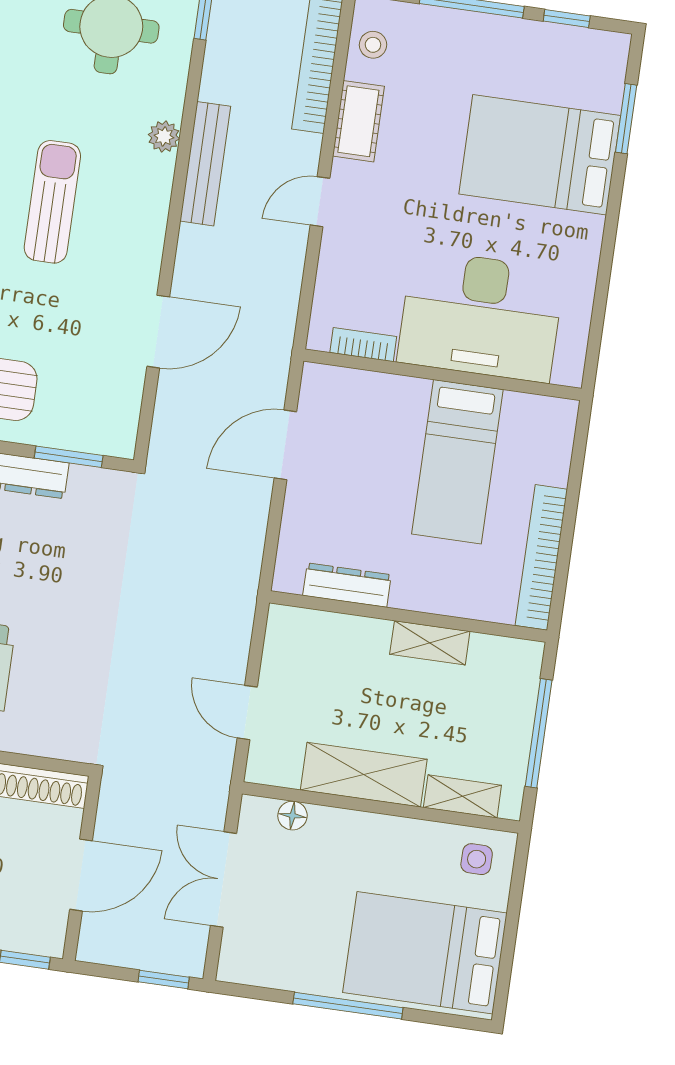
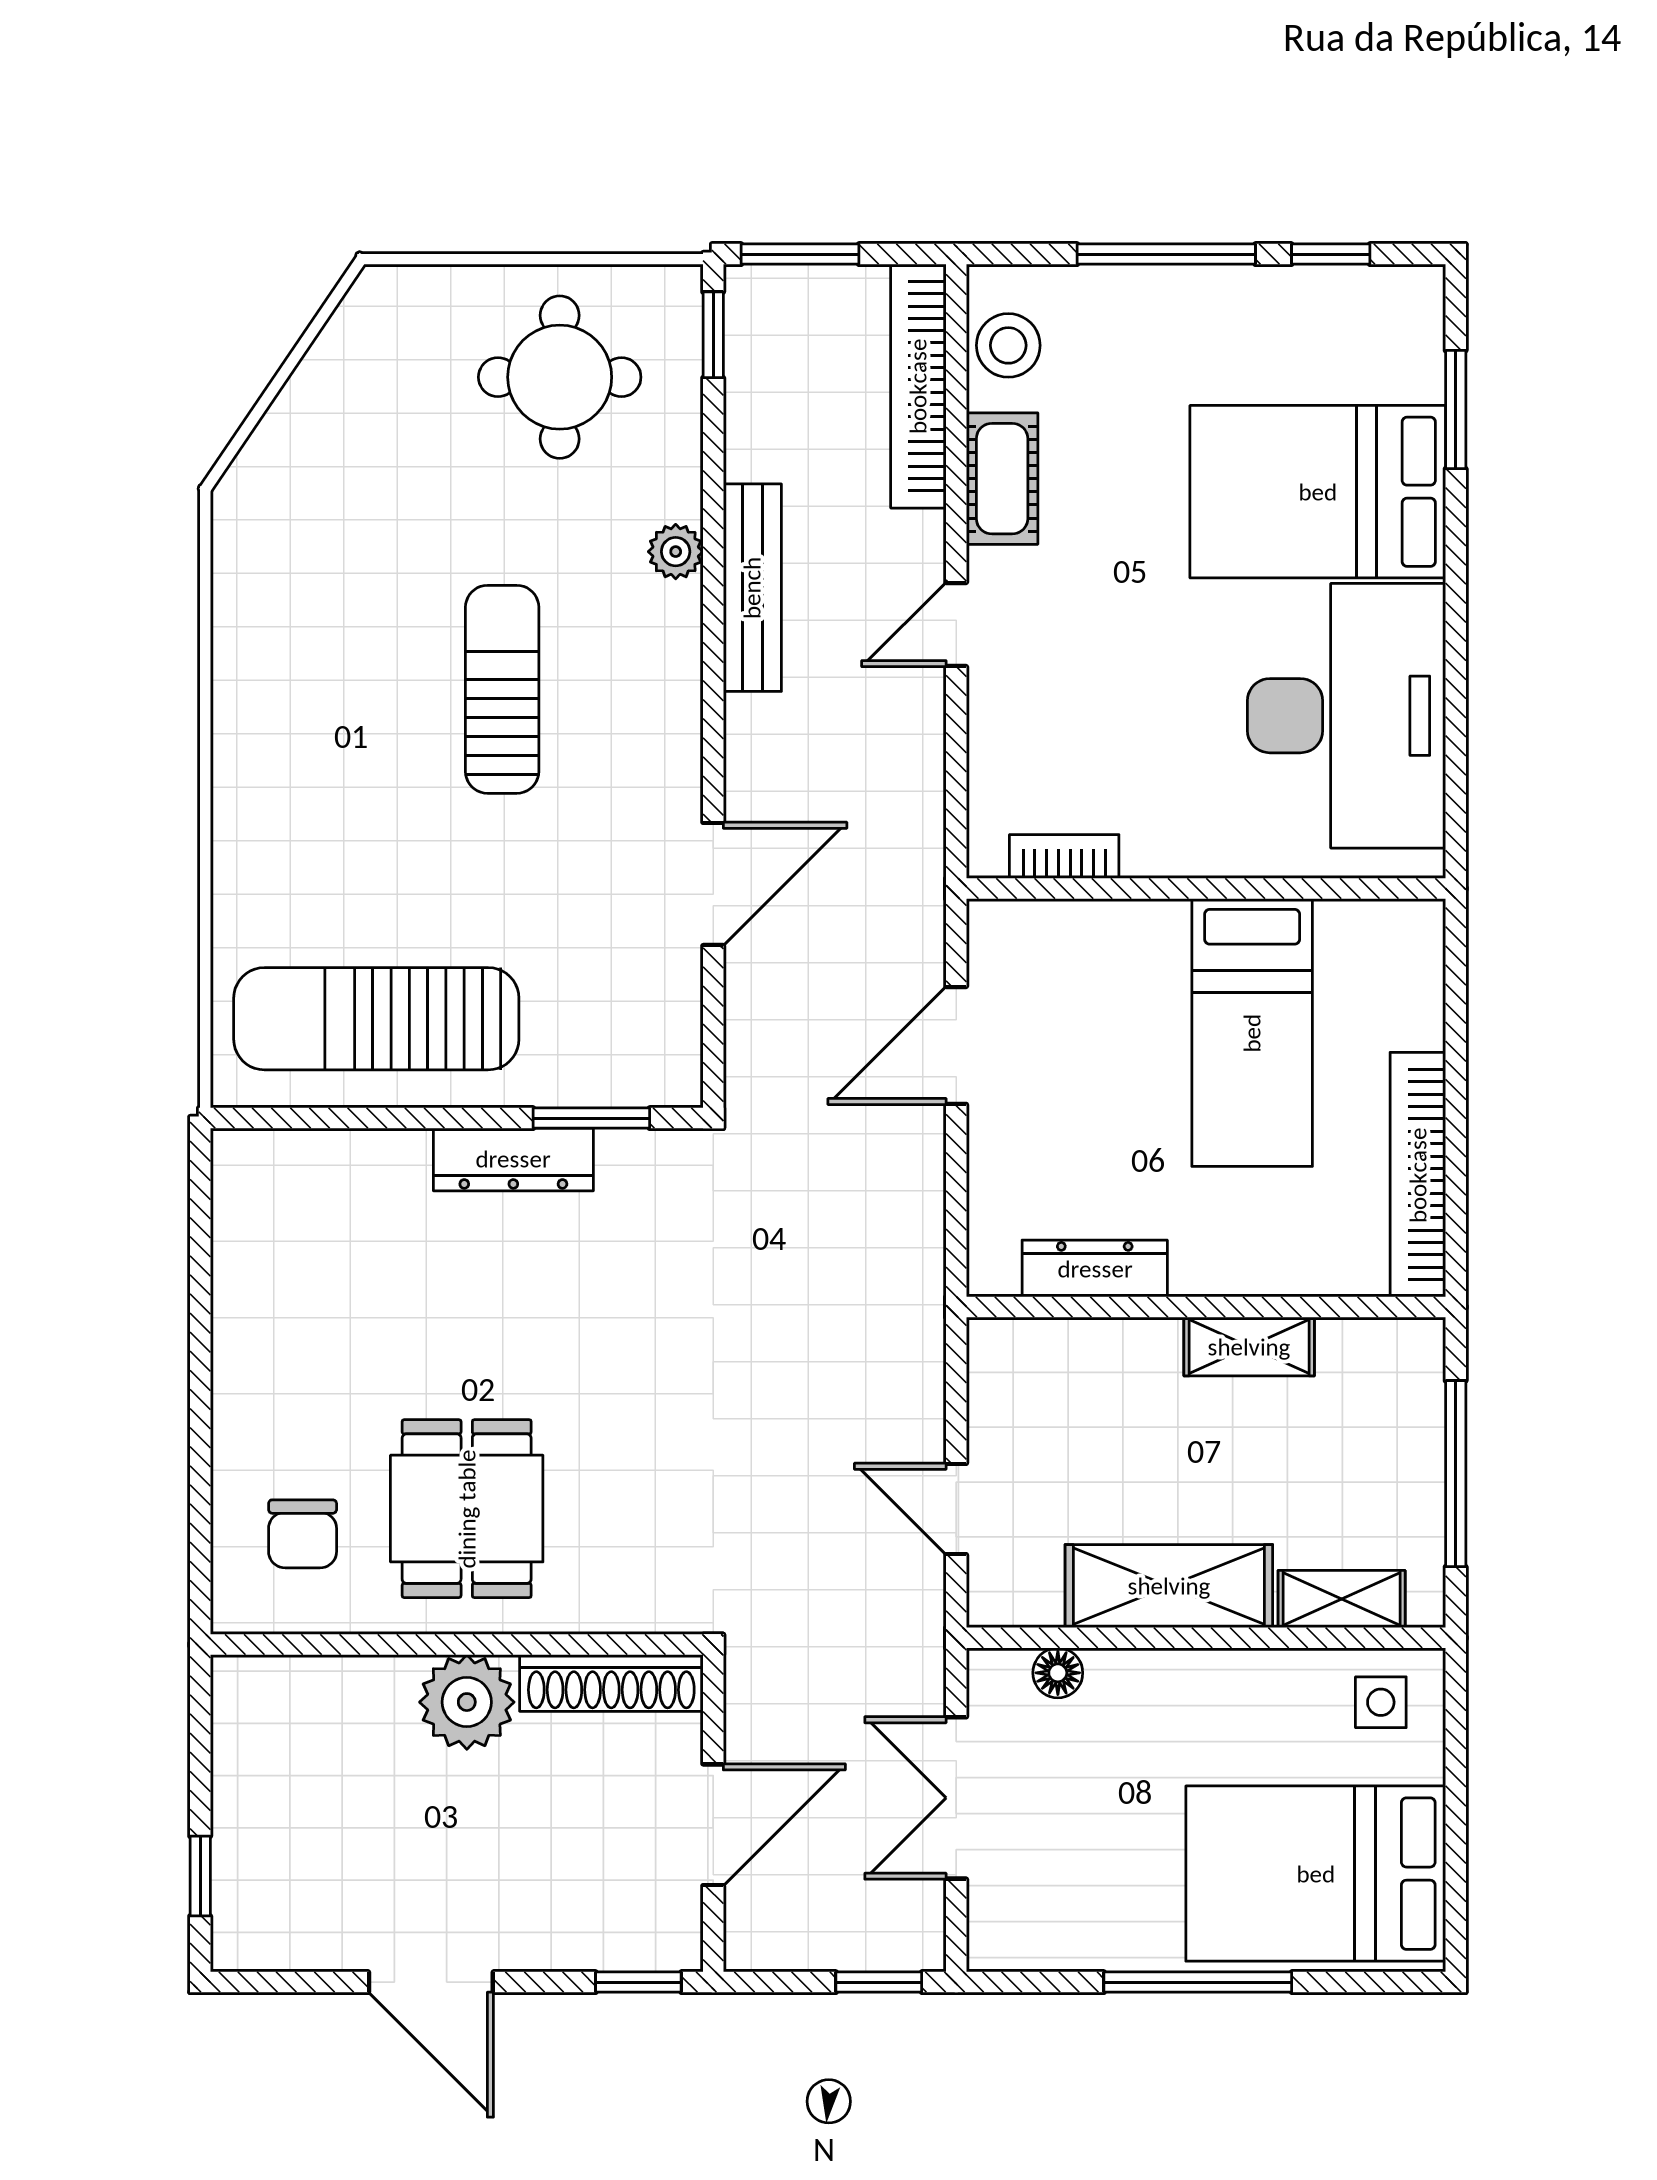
stool: (373, 45) -> (1008, 345), width x1.37, depth x1.37
desk: (481, 316) -> (1346, 716), moved, turned -90

